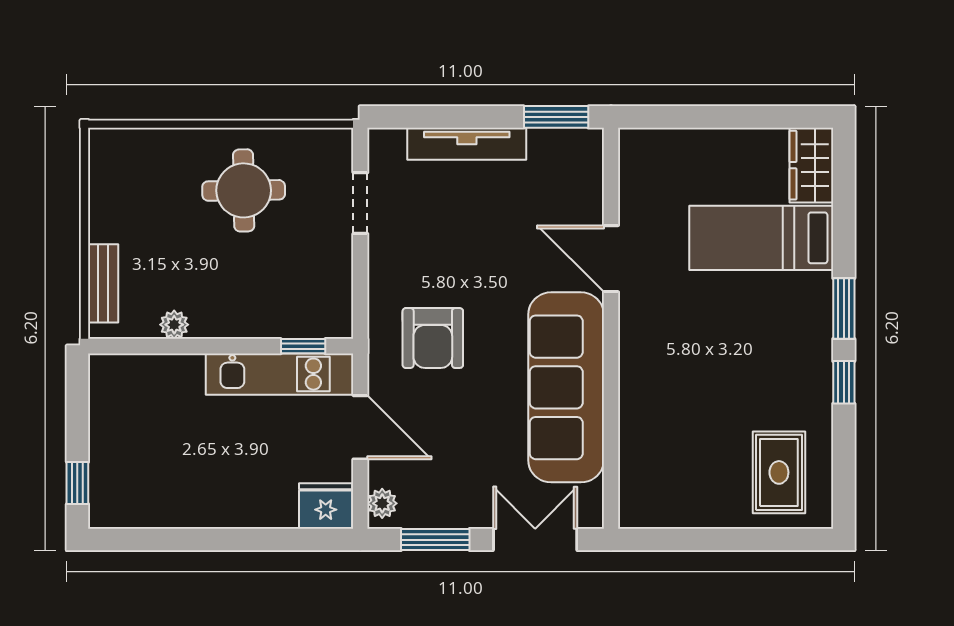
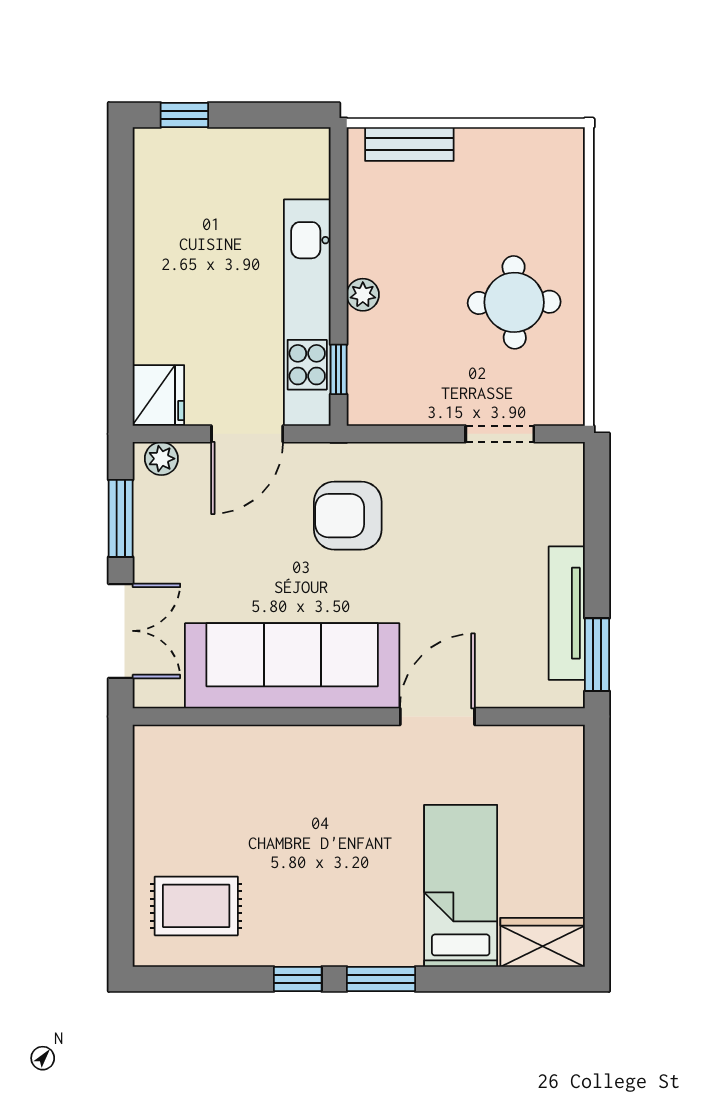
tv unit: (467, 144) -> (567, 613), moved
plant: (174, 325) -> (363, 295), moved
kitchen unit: (279, 374) -> (307, 313), width x1.36

